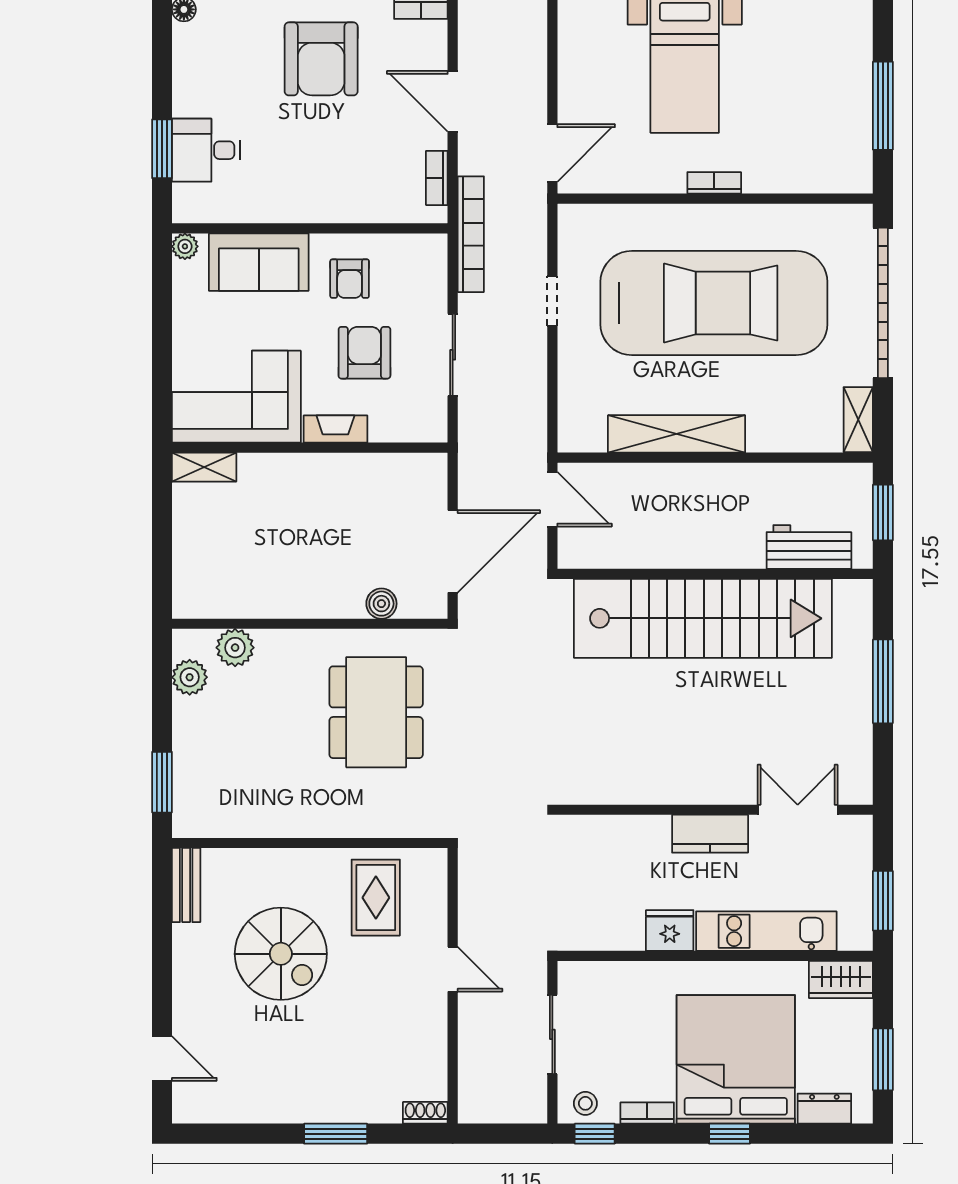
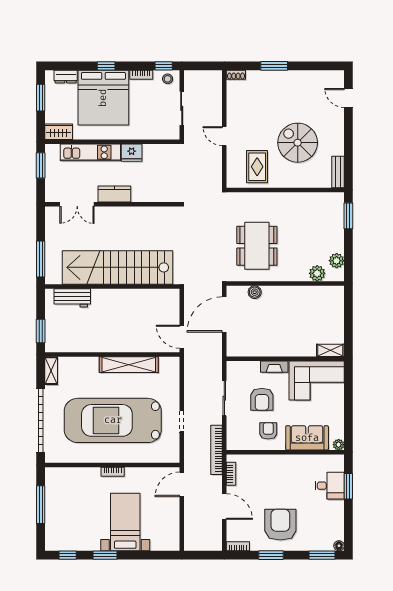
workbench: (809, 547) -> (72, 298), moved
wall: (715, 574) -> (112, 286), moved
stairs: (703, 618) -> (117, 267), moved

